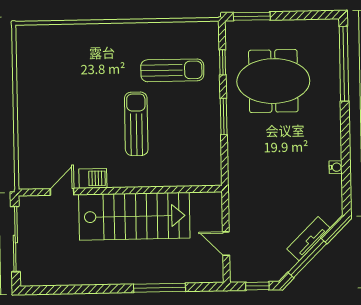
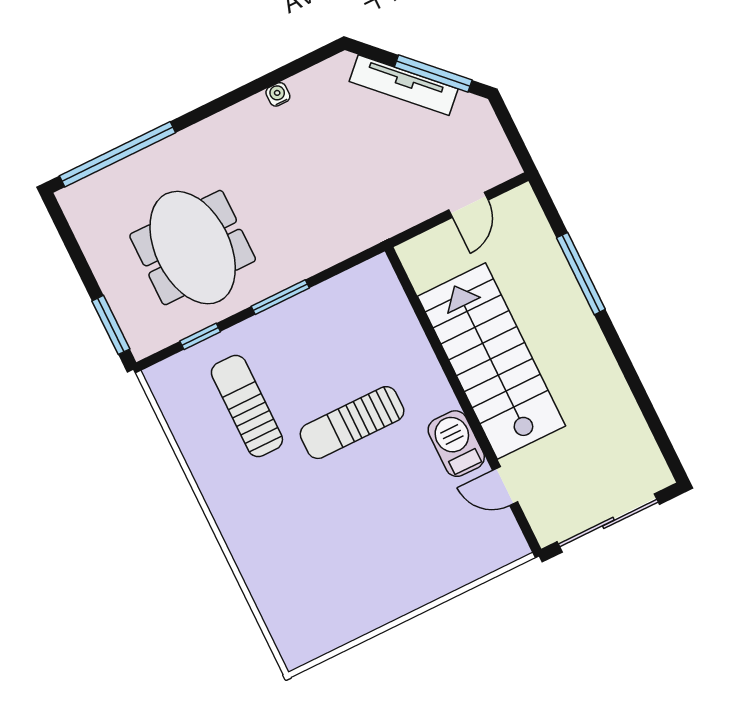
barbecue: (93, 178) -> (456, 444), width x1.38, depth x1.27
tv unit: (309, 239) -> (404, 85), width x1.41
window: (257, 286) -> (510, 129), removed

